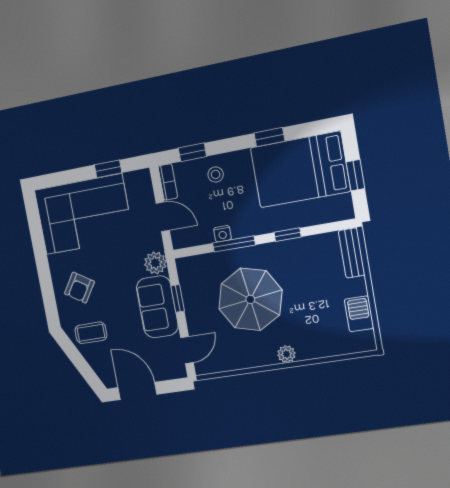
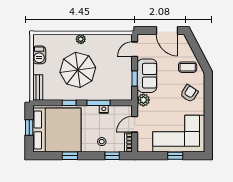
window: (108, 169) -> (175, 156), moved
bed: (300, 170) -> (57, 130), width x1.36
door: (163, 217) -> (135, 124), hinge flipped
parasol: (250, 299) -> (78, 70), moved

